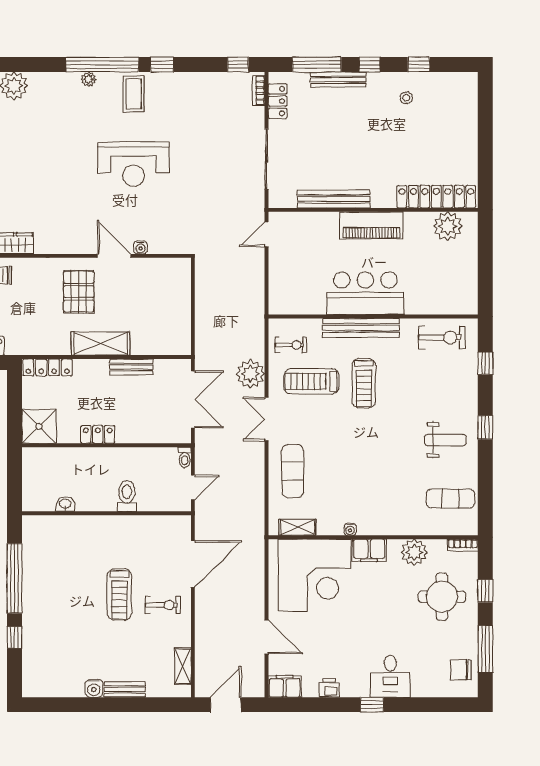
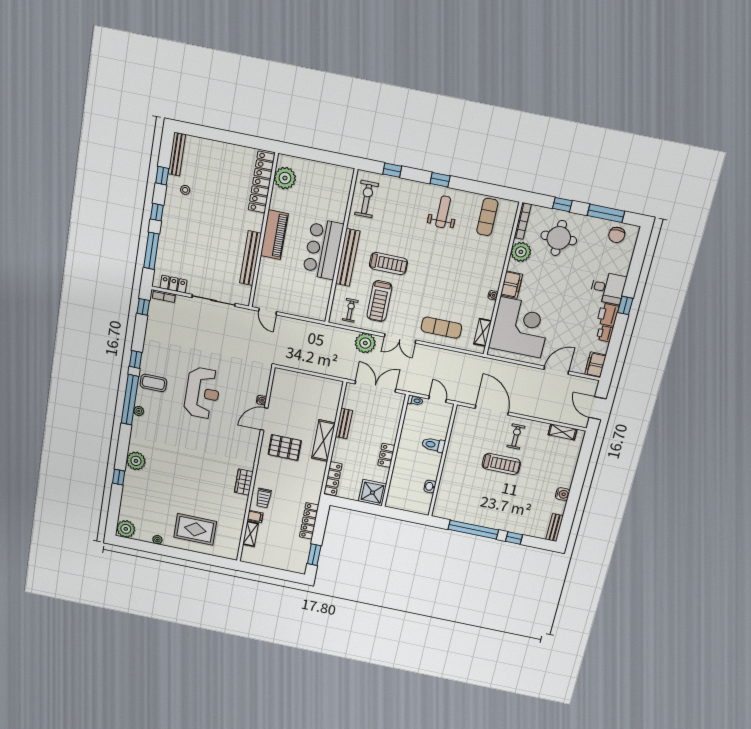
bench: (338, 80) -> (177, 154), moved
bookcase: (463, 545) -> (523, 221), width x1.56
printer: (355, 685) -> (608, 315), added
bench: (125, 689) -> (554, 528), moved

